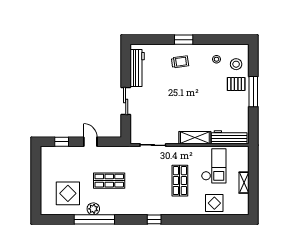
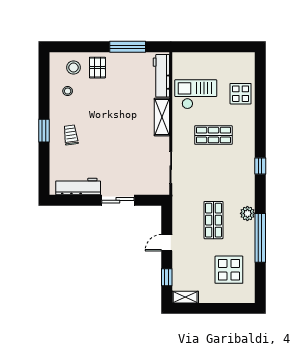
window: (253, 92) -> (128, 47), moved
shelving: (244, 183) -> (185, 297), moved
plant: (93, 209) -> (247, 213), moved

